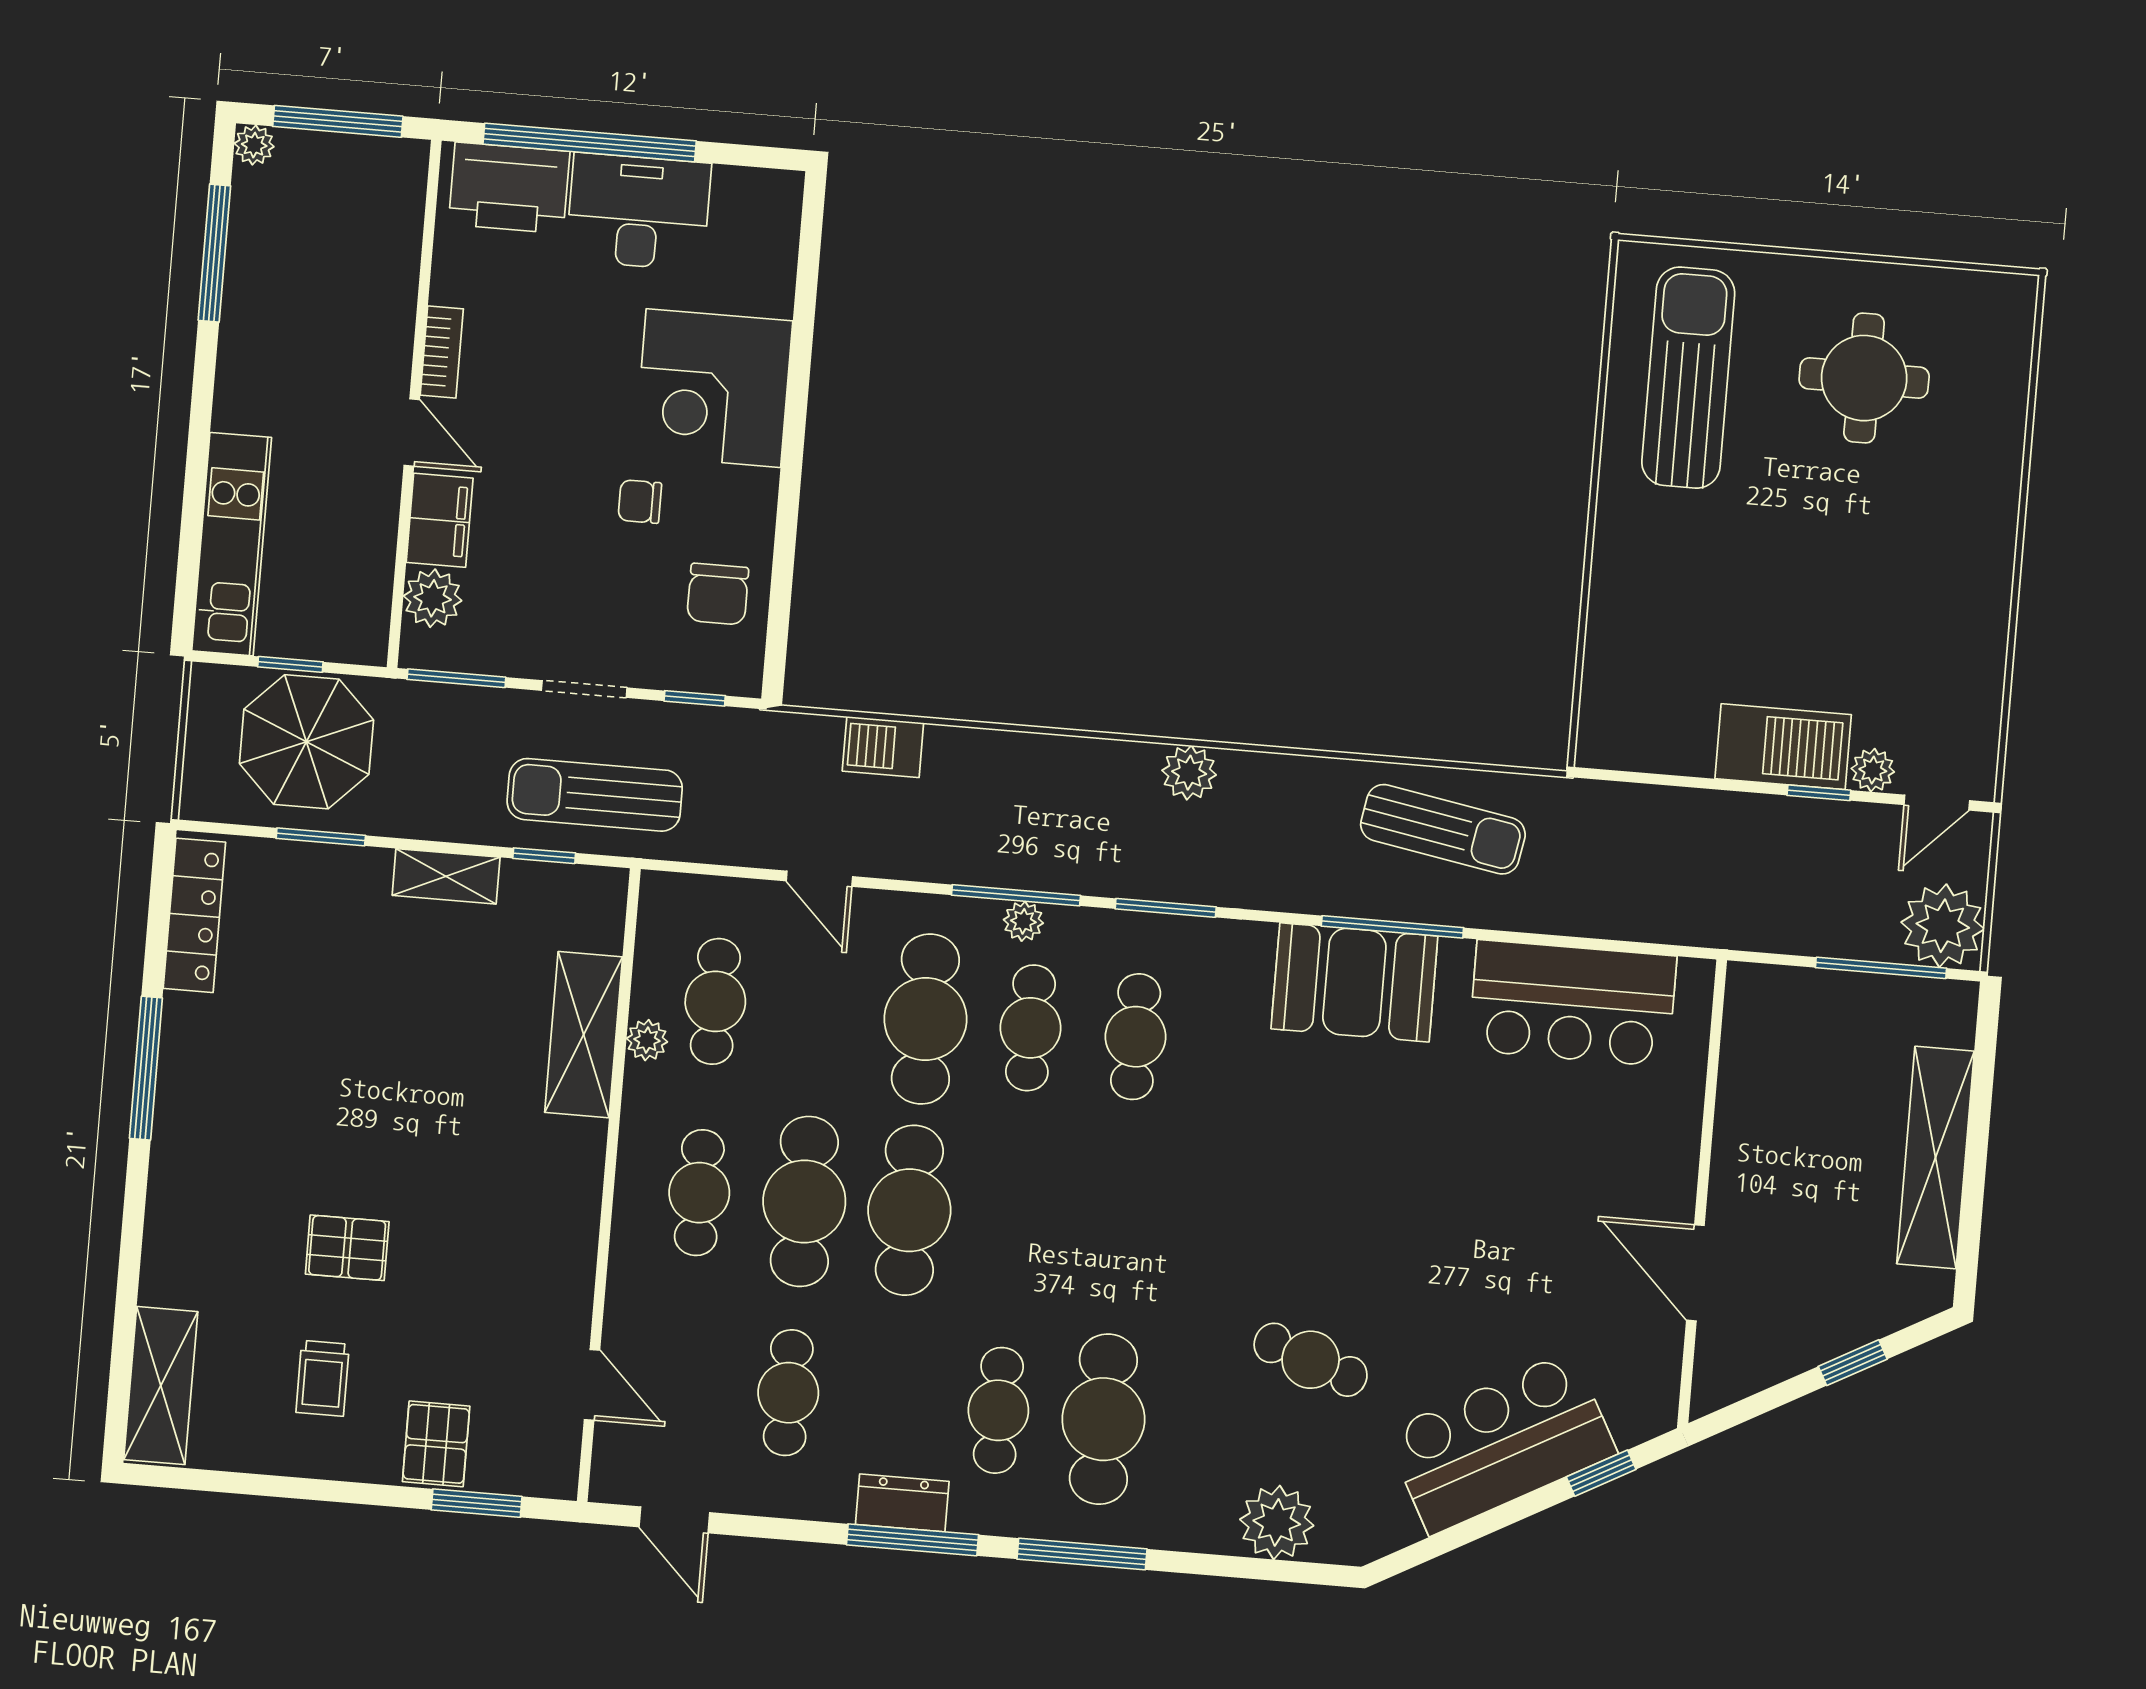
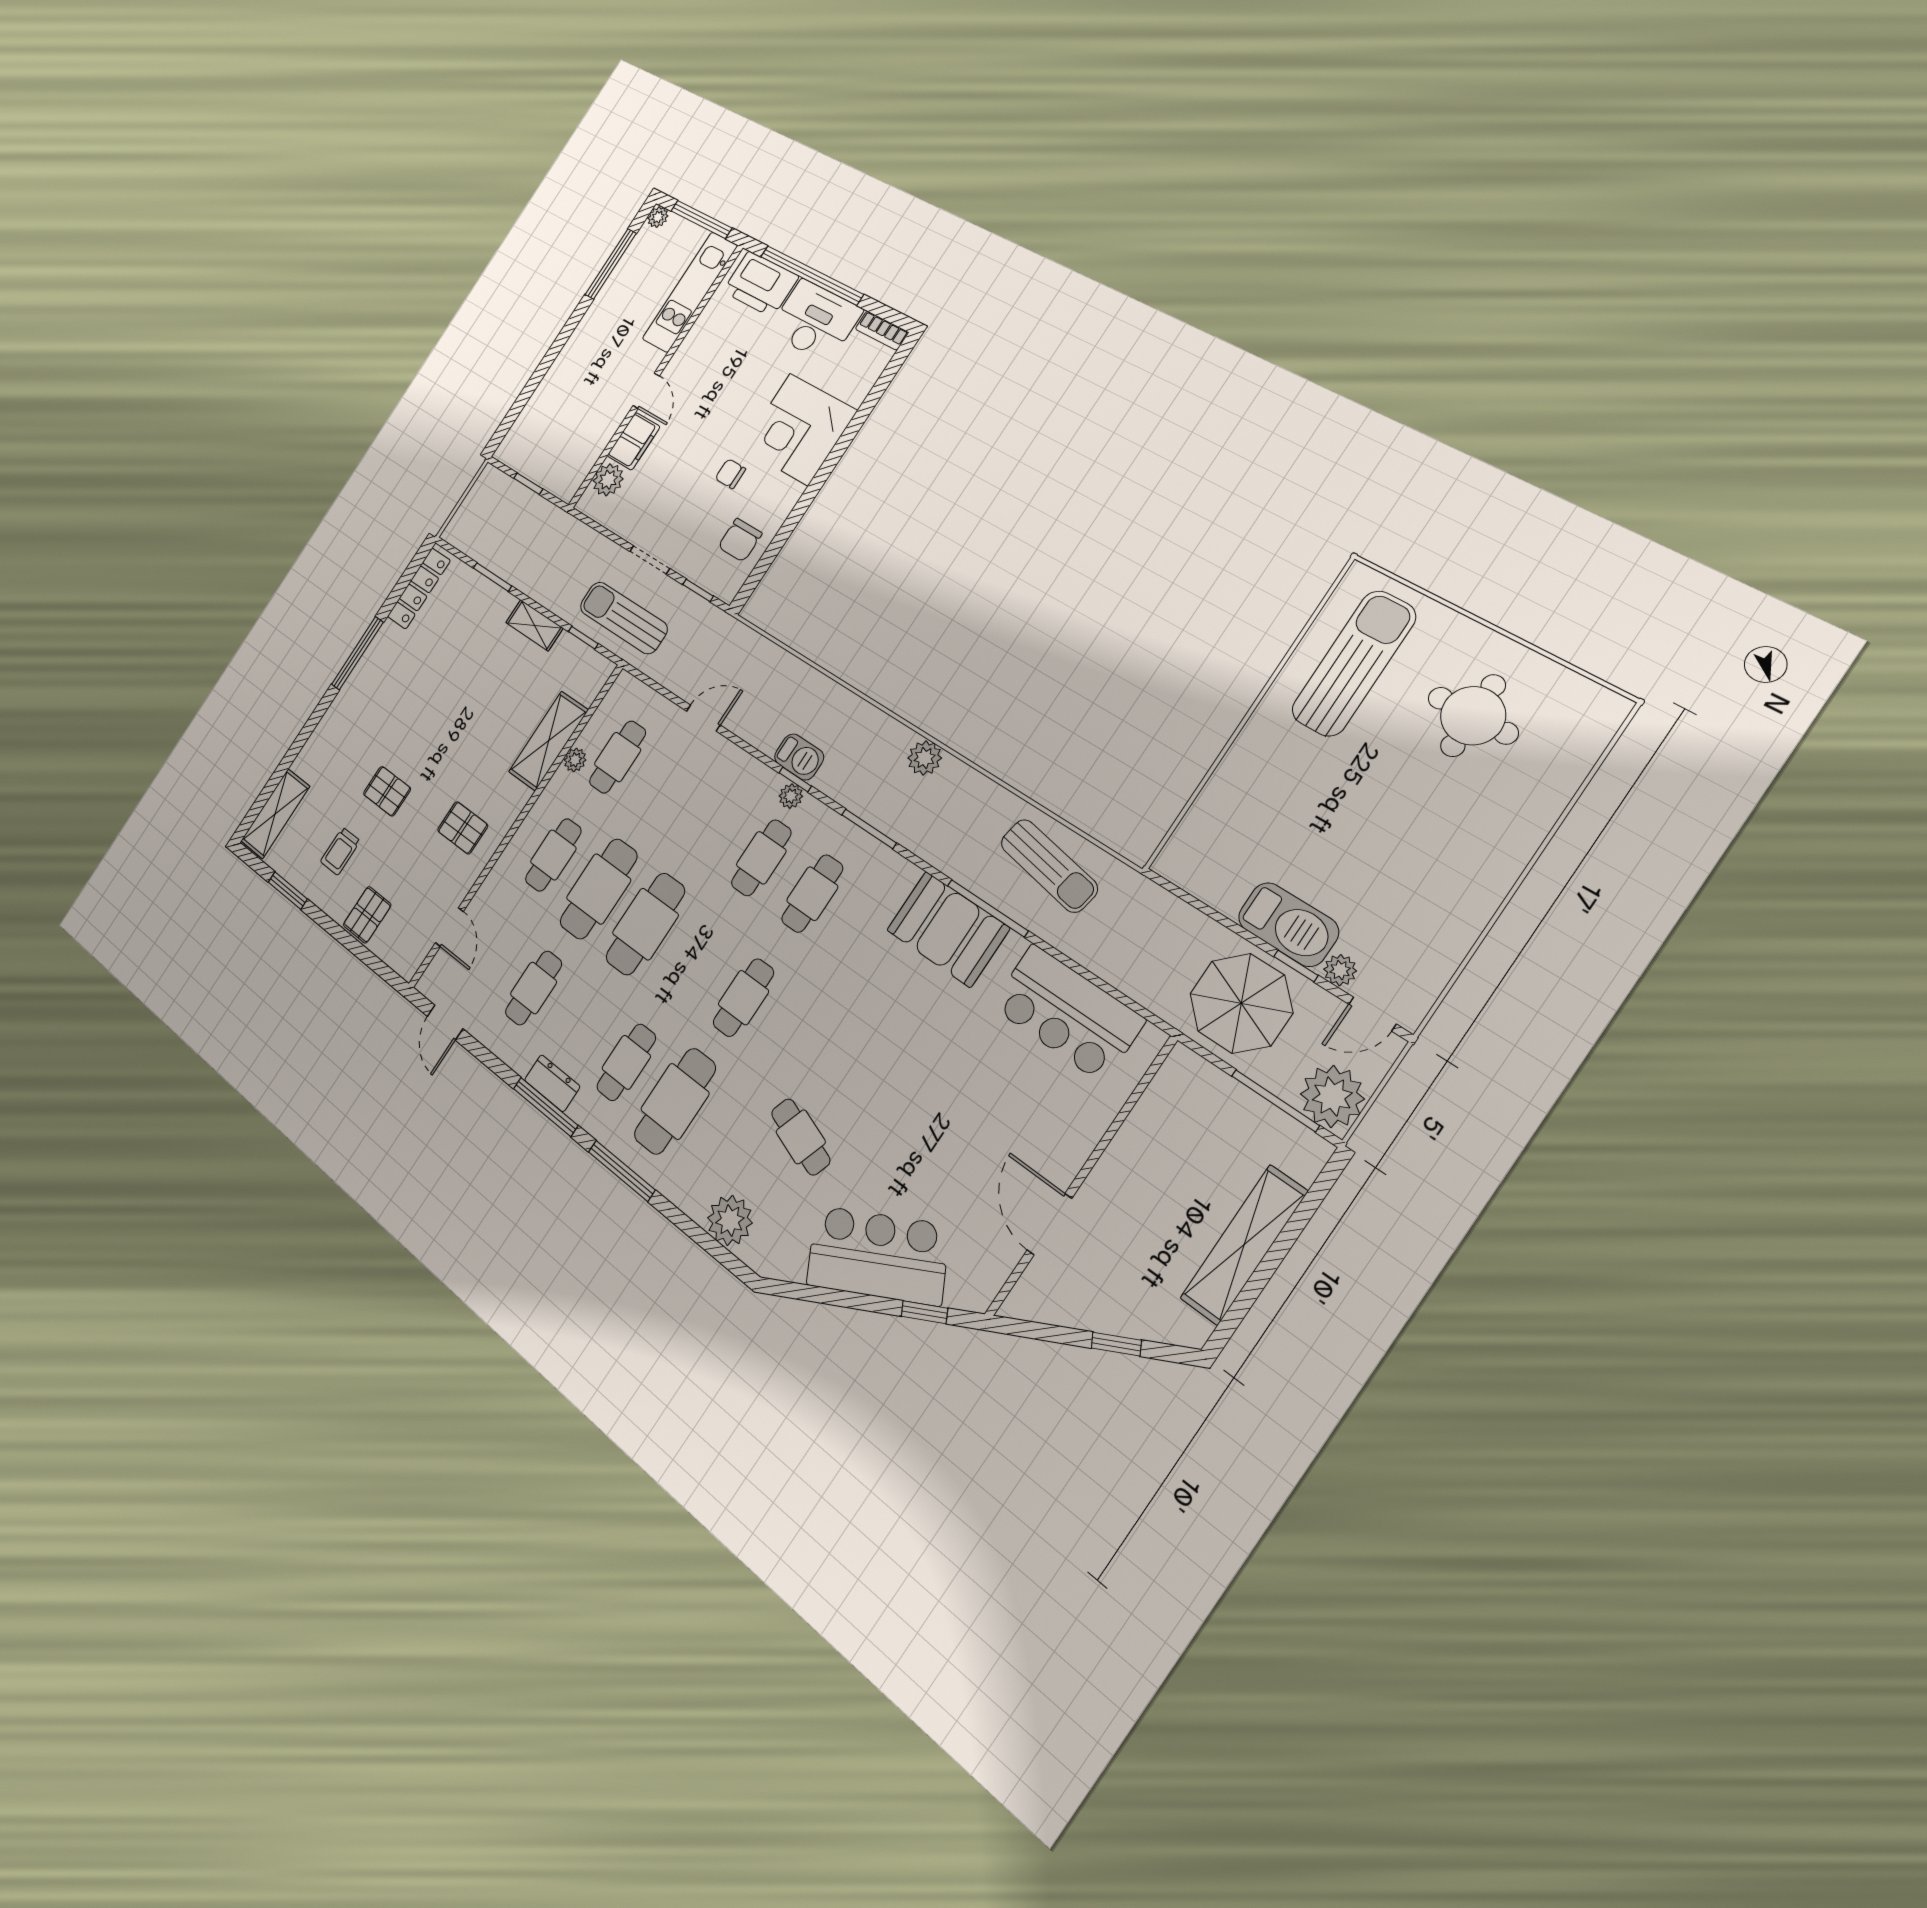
bookcase: (442, 352) -> (882, 331), moved, turned 90
kitchen unit: (232, 544) -> (690, 292), moved, turned 180
window: (456, 678) -> (596, 526), removed
parasol: (306, 742) -> (1241, 1003), moved
barbecue: (883, 747) -> (799, 757), moved, turned 180
door: (819, 879) -> (703, 718), swing flipped
window: (1016, 895) -> (795, 779), width x0.46
cafe table: (925, 1019) -> (743, 998), moved, width x0.73, depth x0.74
pallet: (519, 1233) -> (463, 828), added
window: (477, 1503) -> (288, 891), moved

